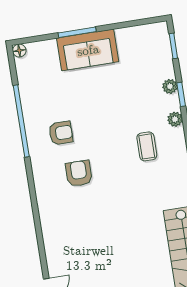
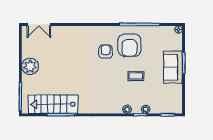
armchair: (61, 133) -> (129, 45), width x1.88, depth x1.88
coffee table: (147, 146) -> (136, 76), moved
armchair: (79, 173) -> (106, 52), turned -90

